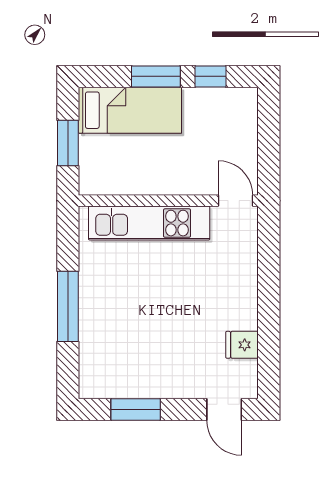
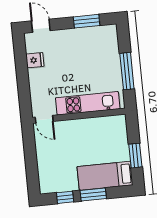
wall: (168, 201) -> (79, 116), moved
door: (236, 201) -> (44, 119), moved
kitchen unit: (149, 223) -> (88, 103), moved

